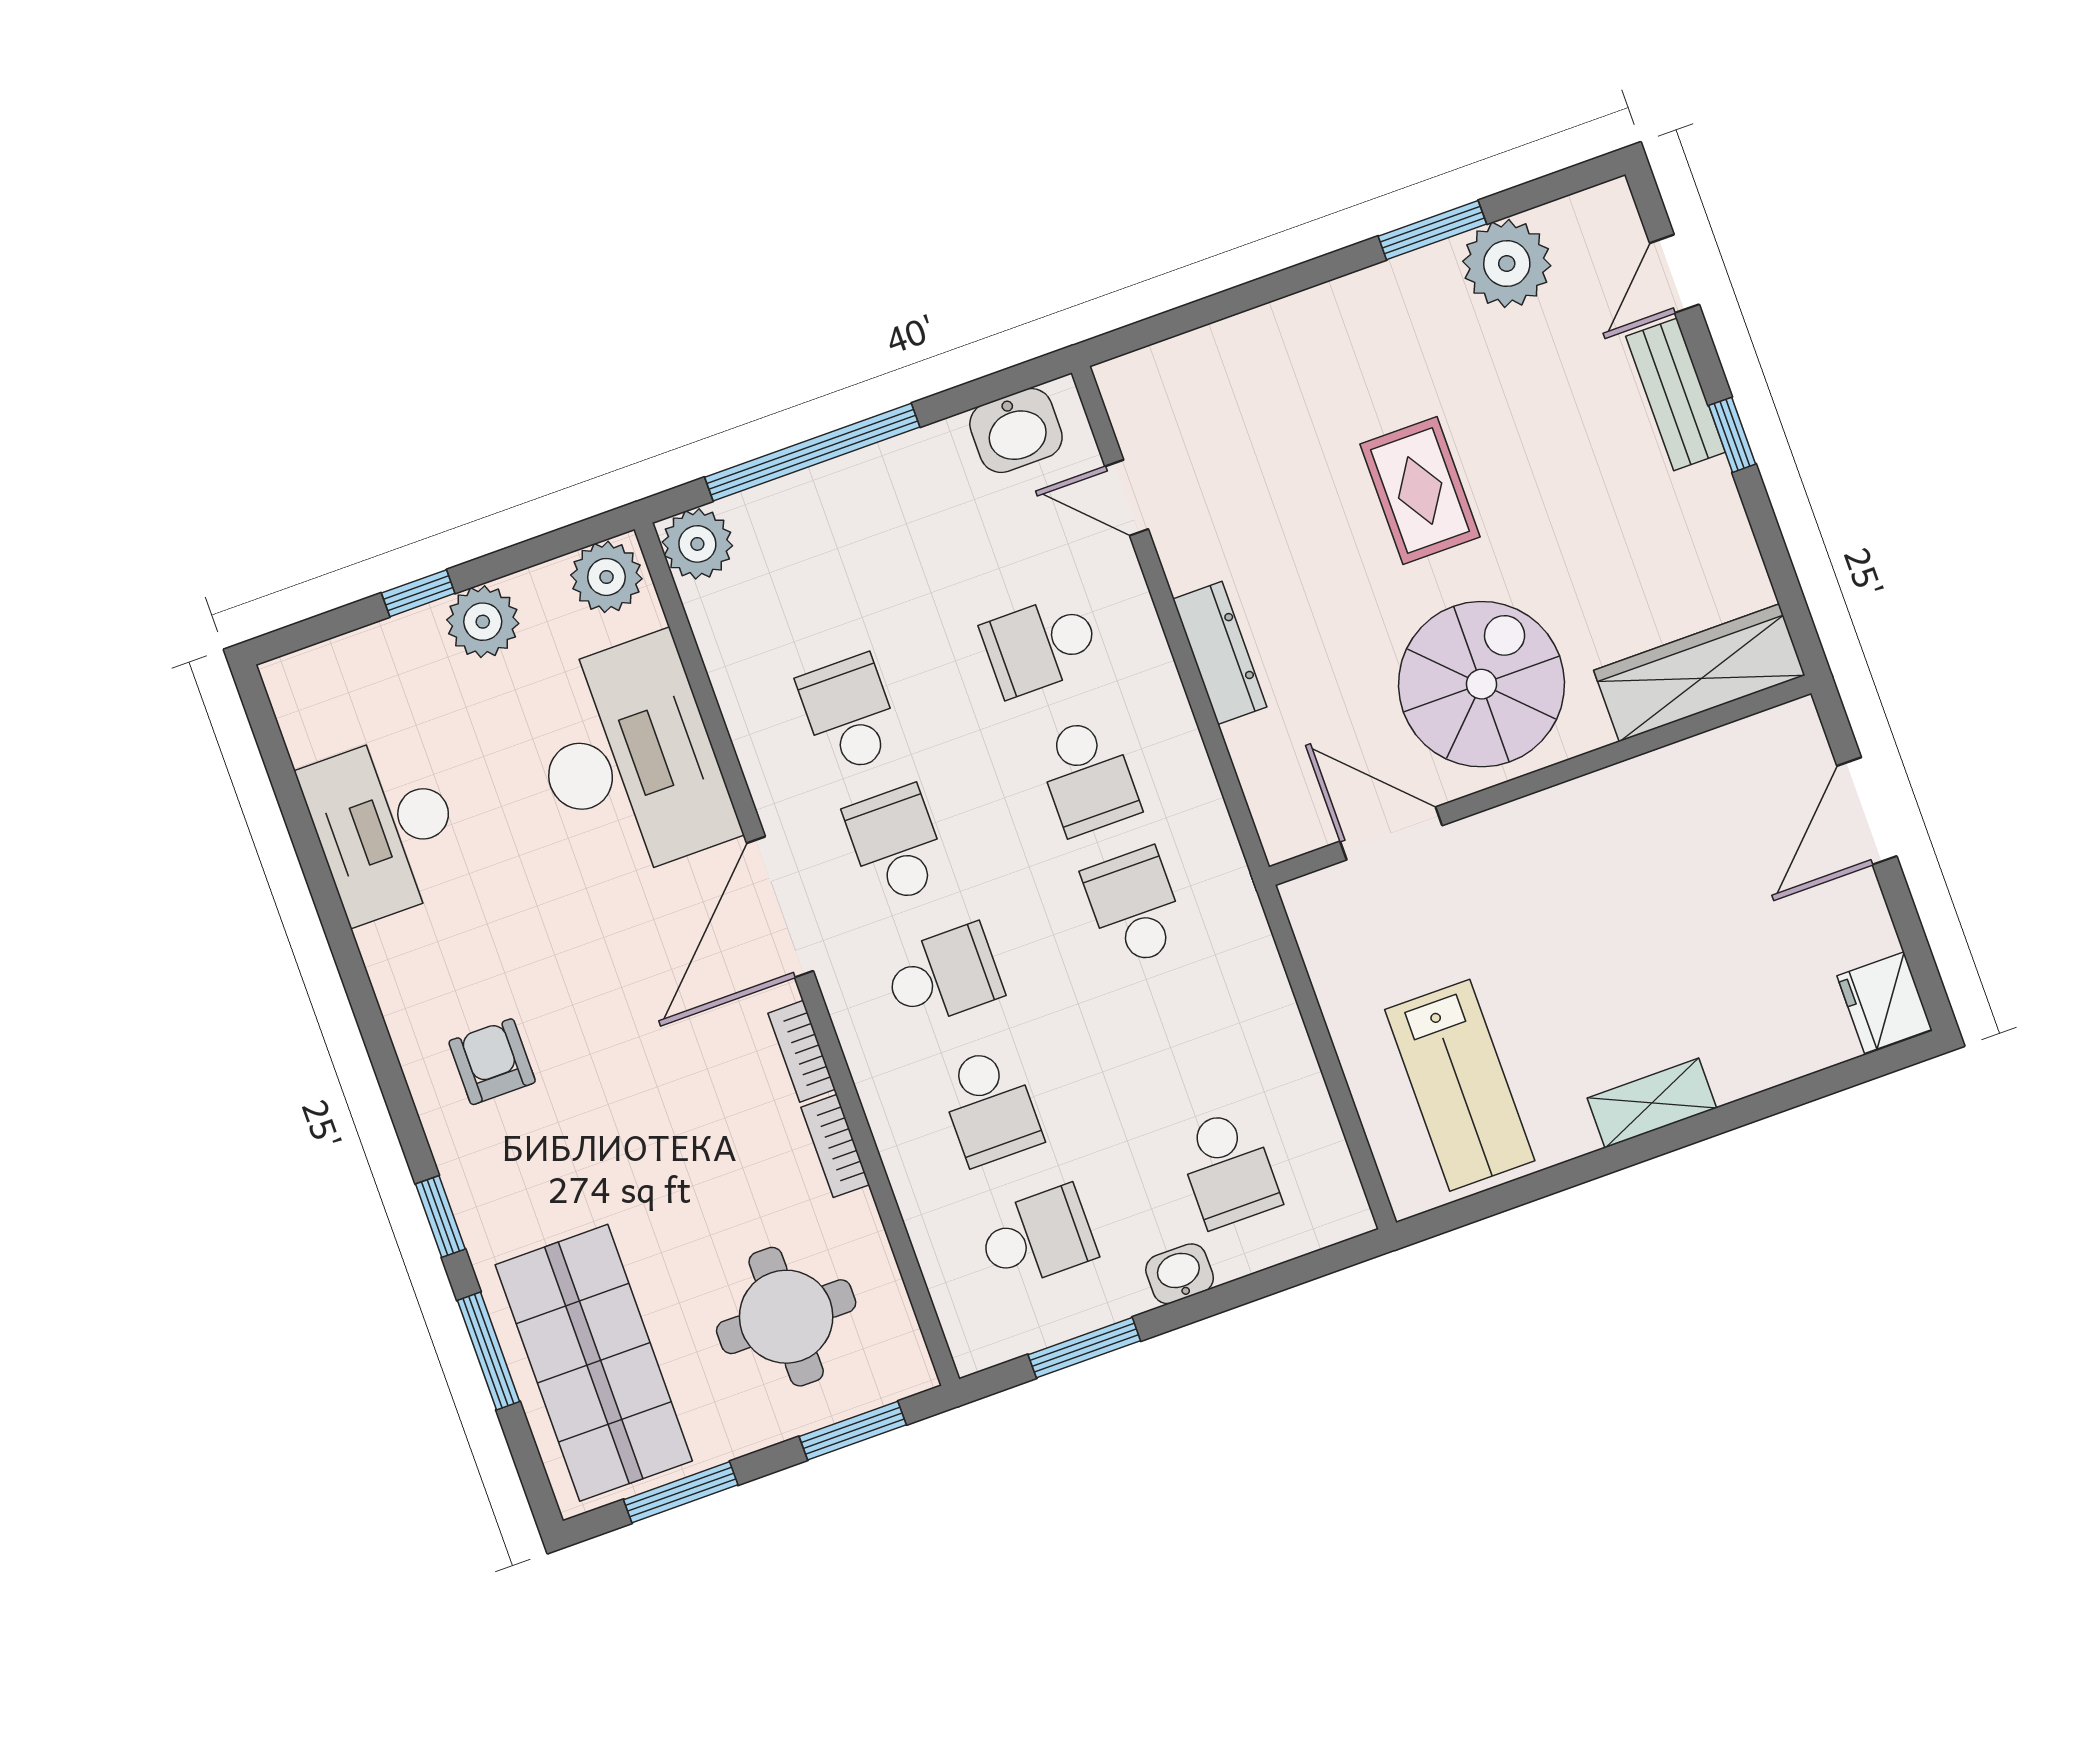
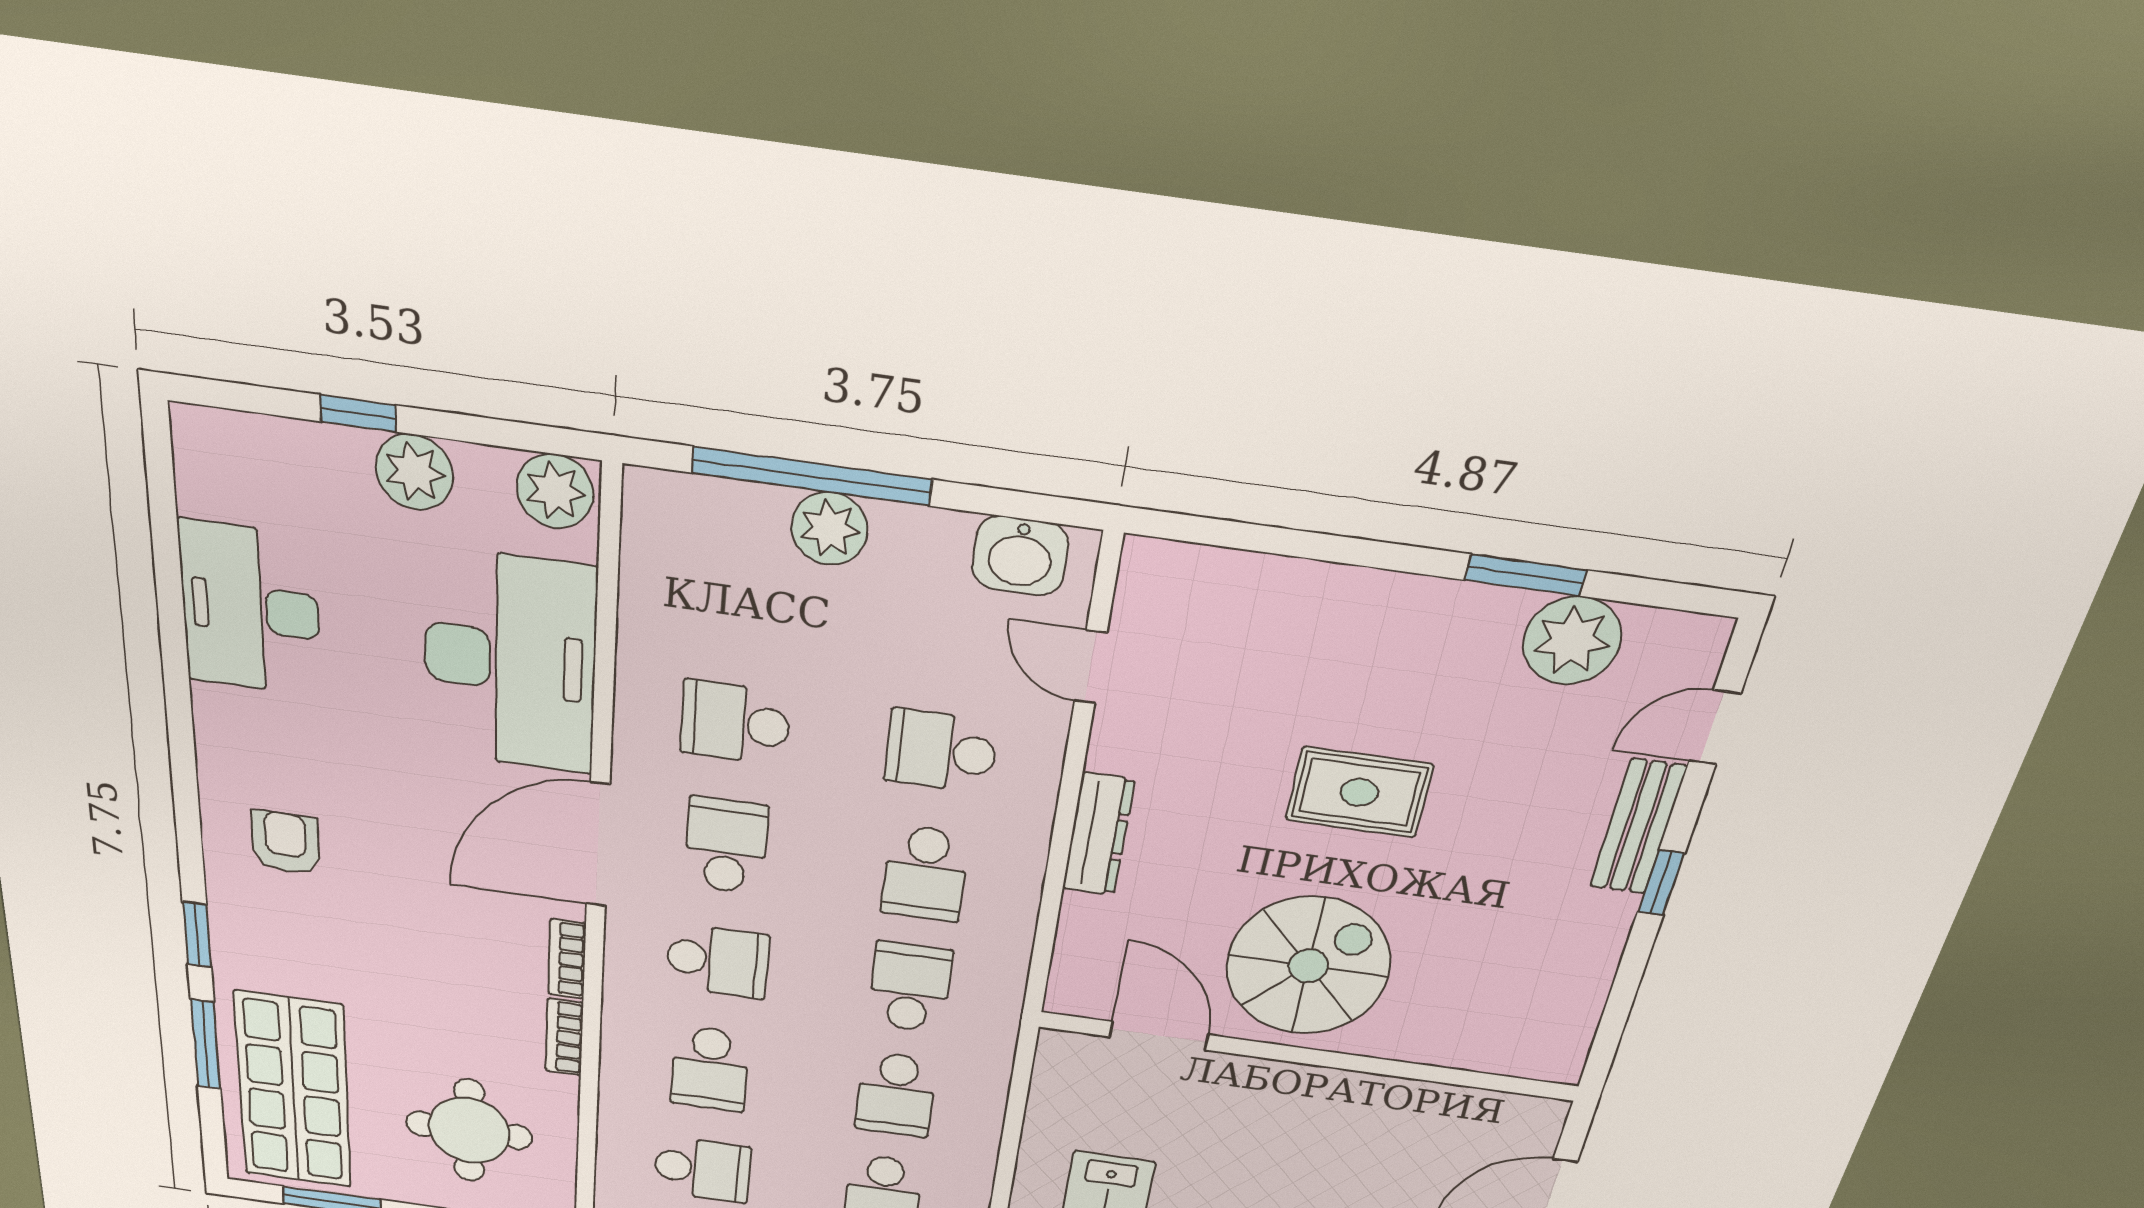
rug: (1420, 490) -> (1359, 792), turned 90
plant: (697, 544) -> (829, 529), moved
wardrobe: (1699, 673) -> (1495, 1044), removed
school desk: (849, 714) -> (735, 723), turned -90
school desk: (1181, 1038) -> (896, 1094), added

